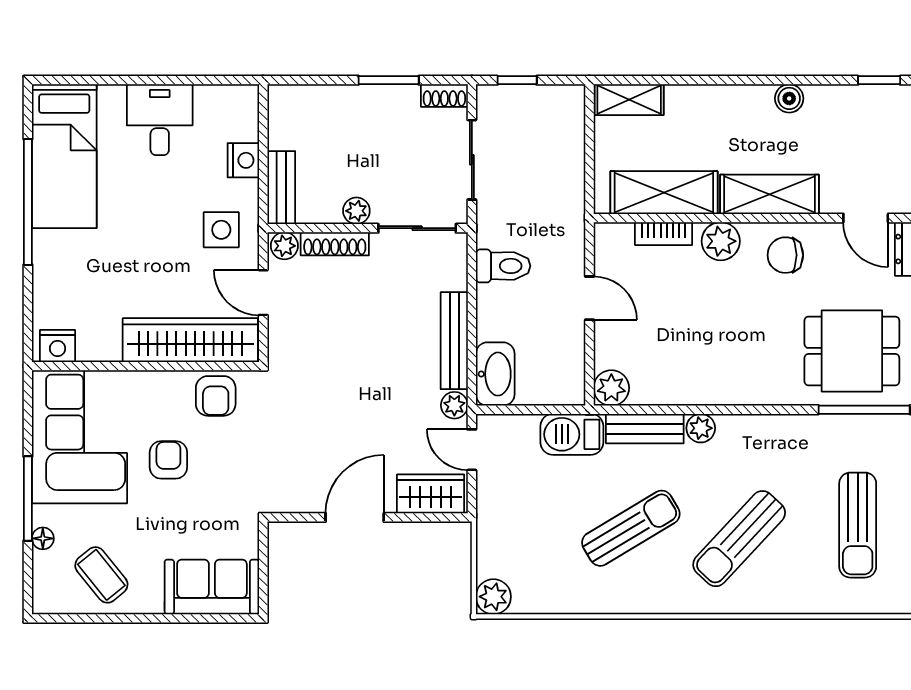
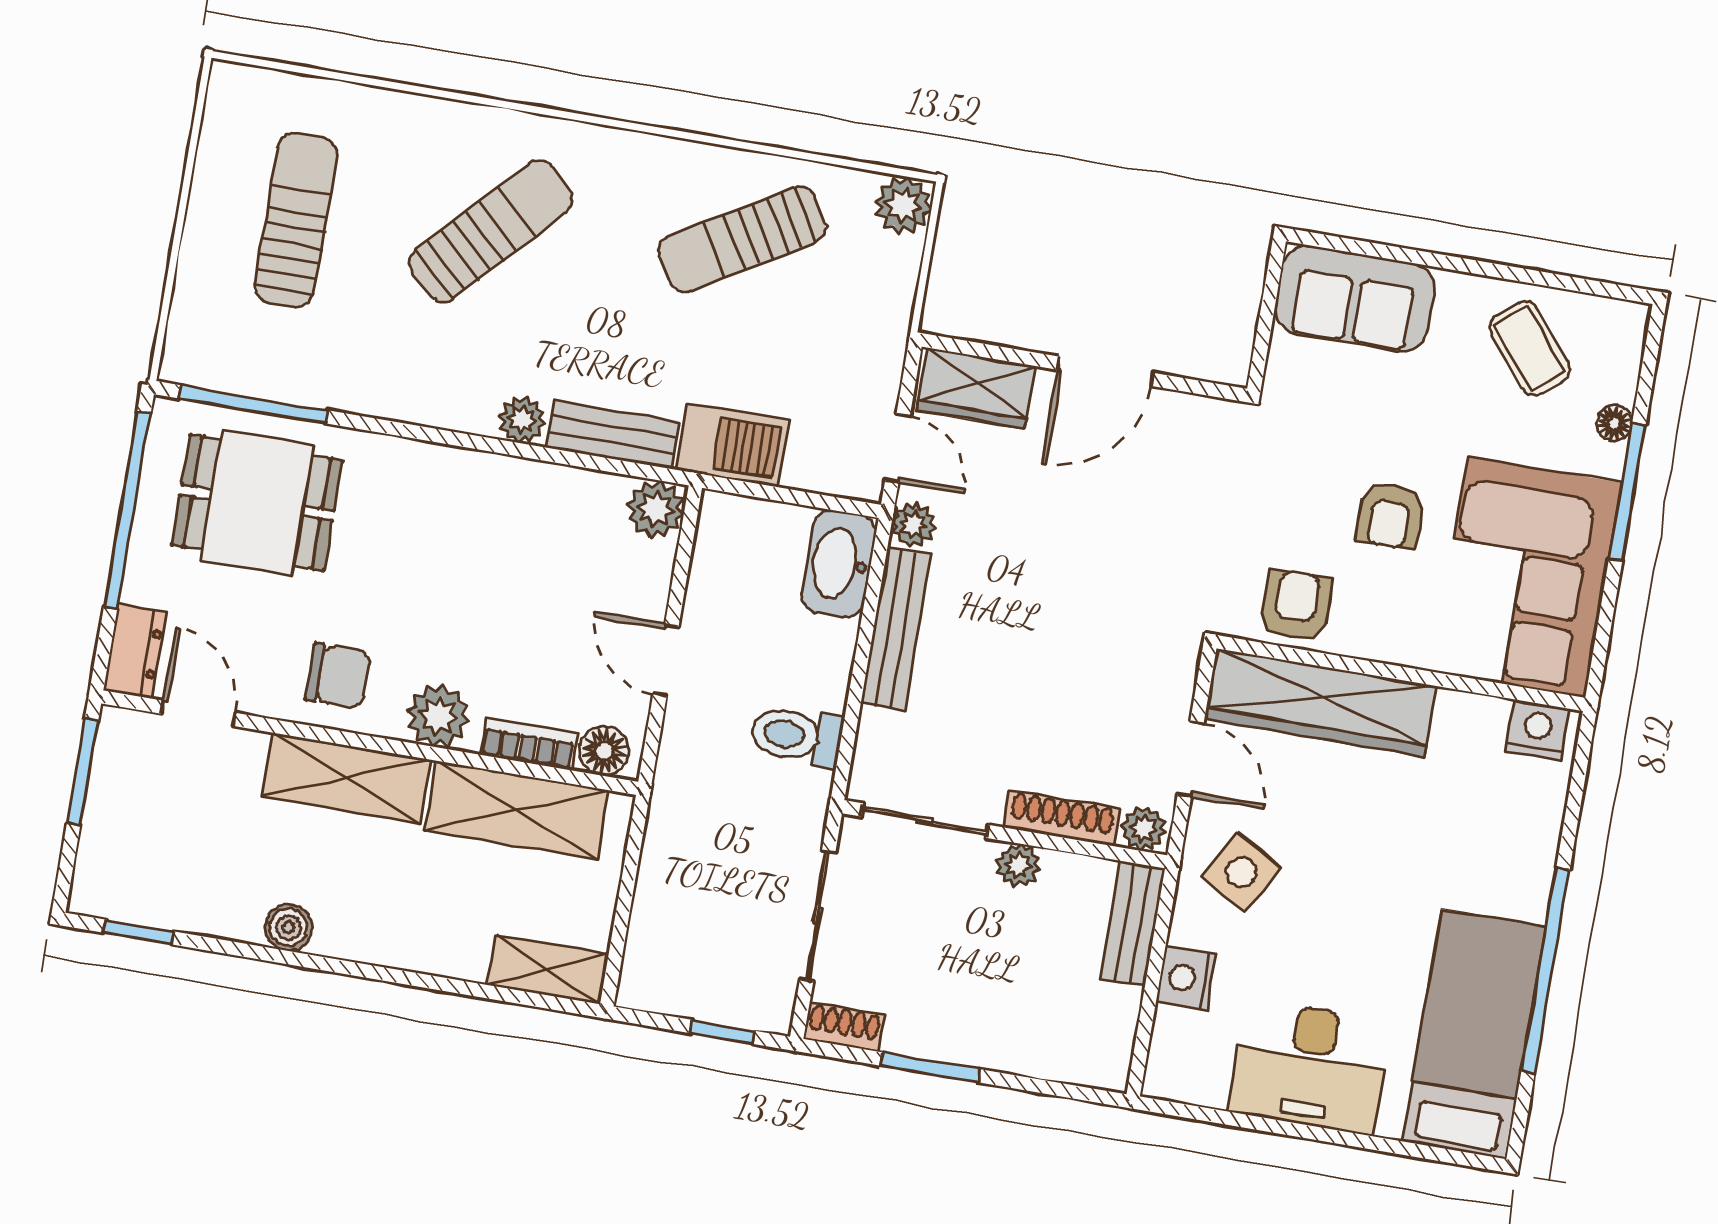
desk: (160, 120) -> (1310, 1067), width x1.37
side table: (221, 230) -> (1241, 872), turned 30
floor lamp: (617, 237) -> (604, 751), added
sun lounger: (631, 528) -> (742, 239), moved

